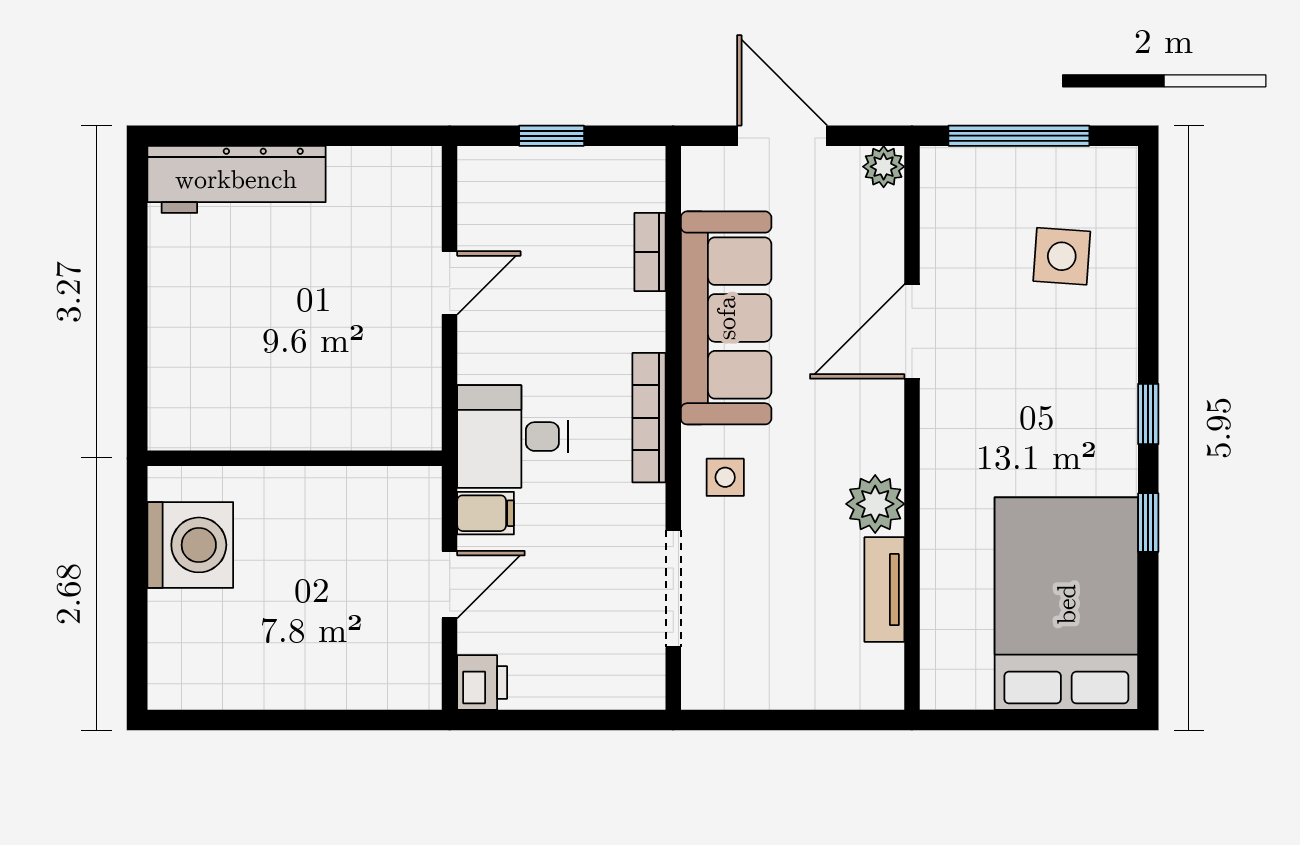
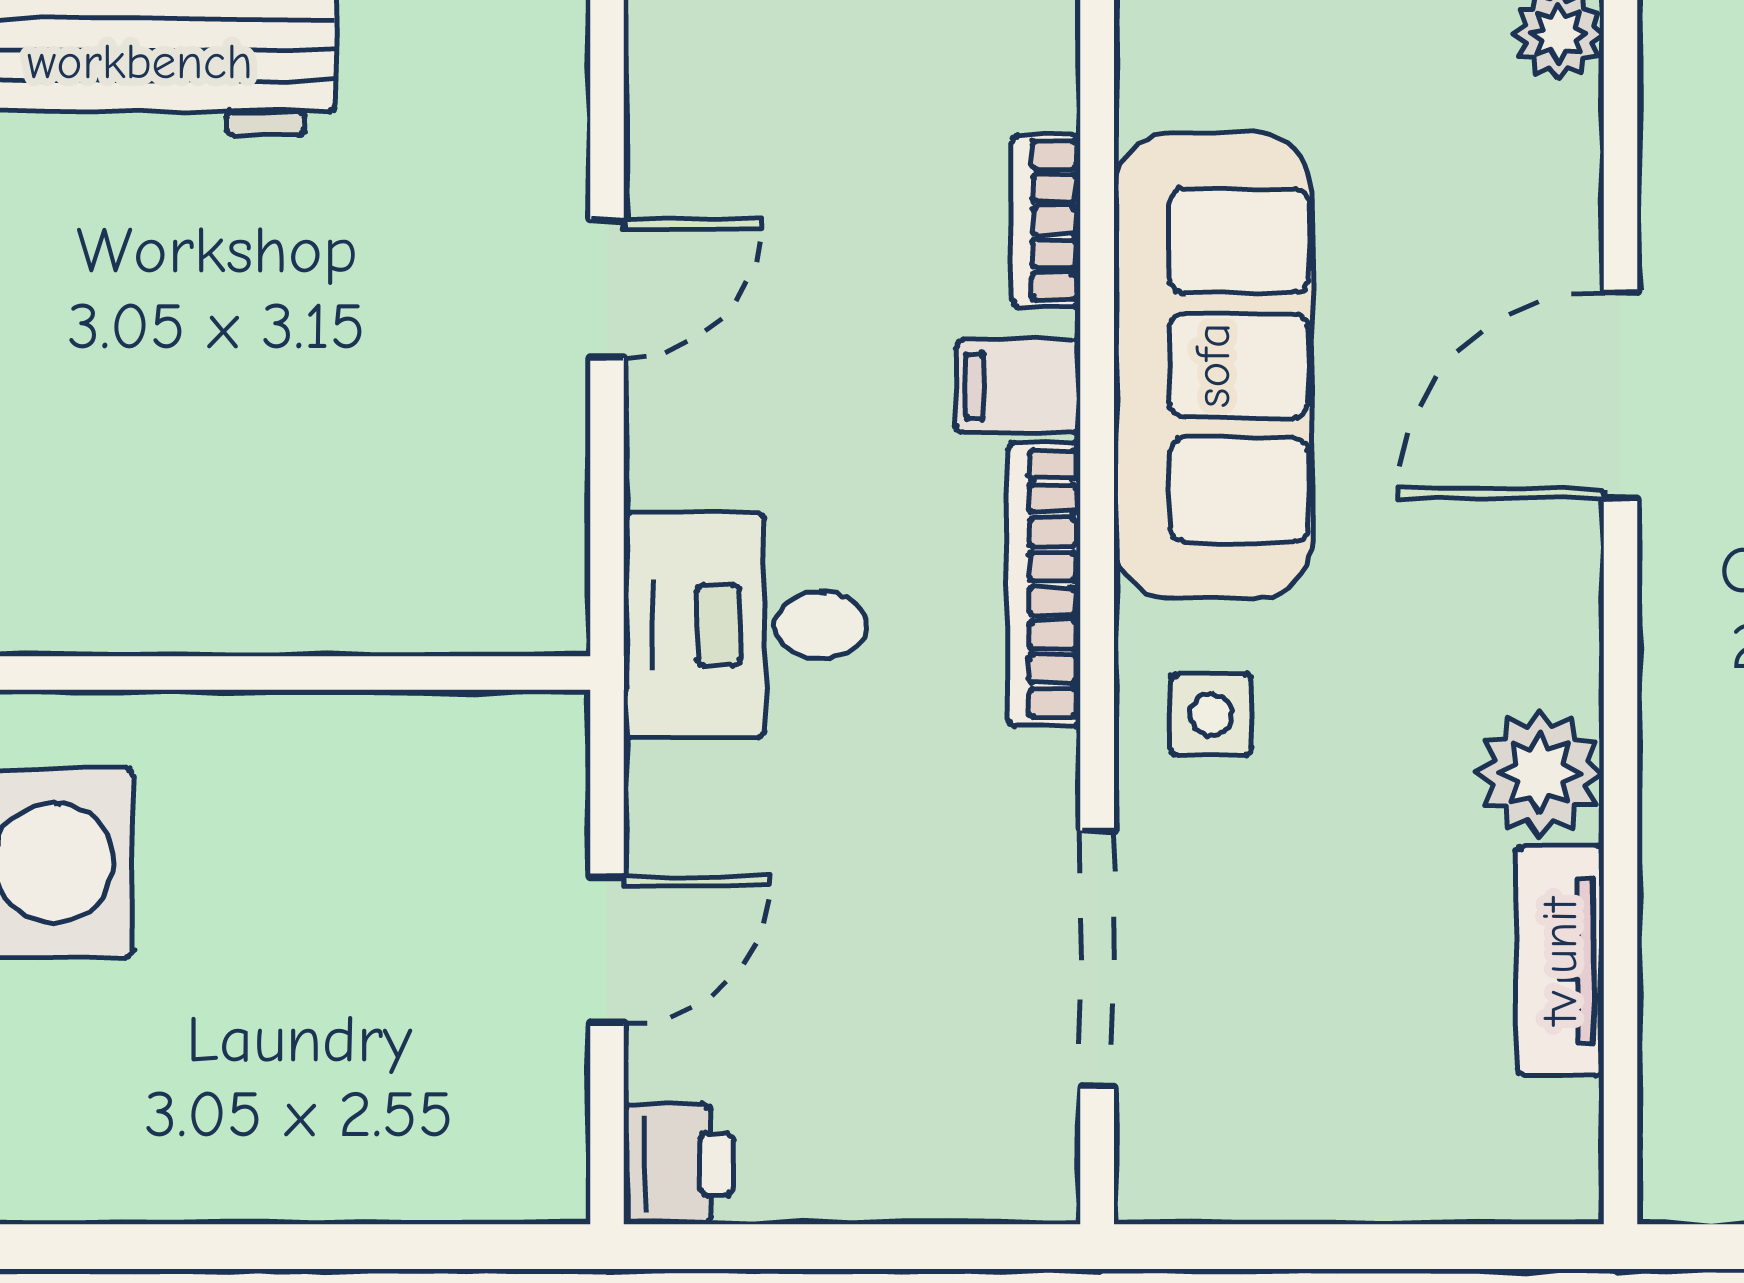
filing cabinet: (486, 513) -> (1018, 386), moved, turned 180

